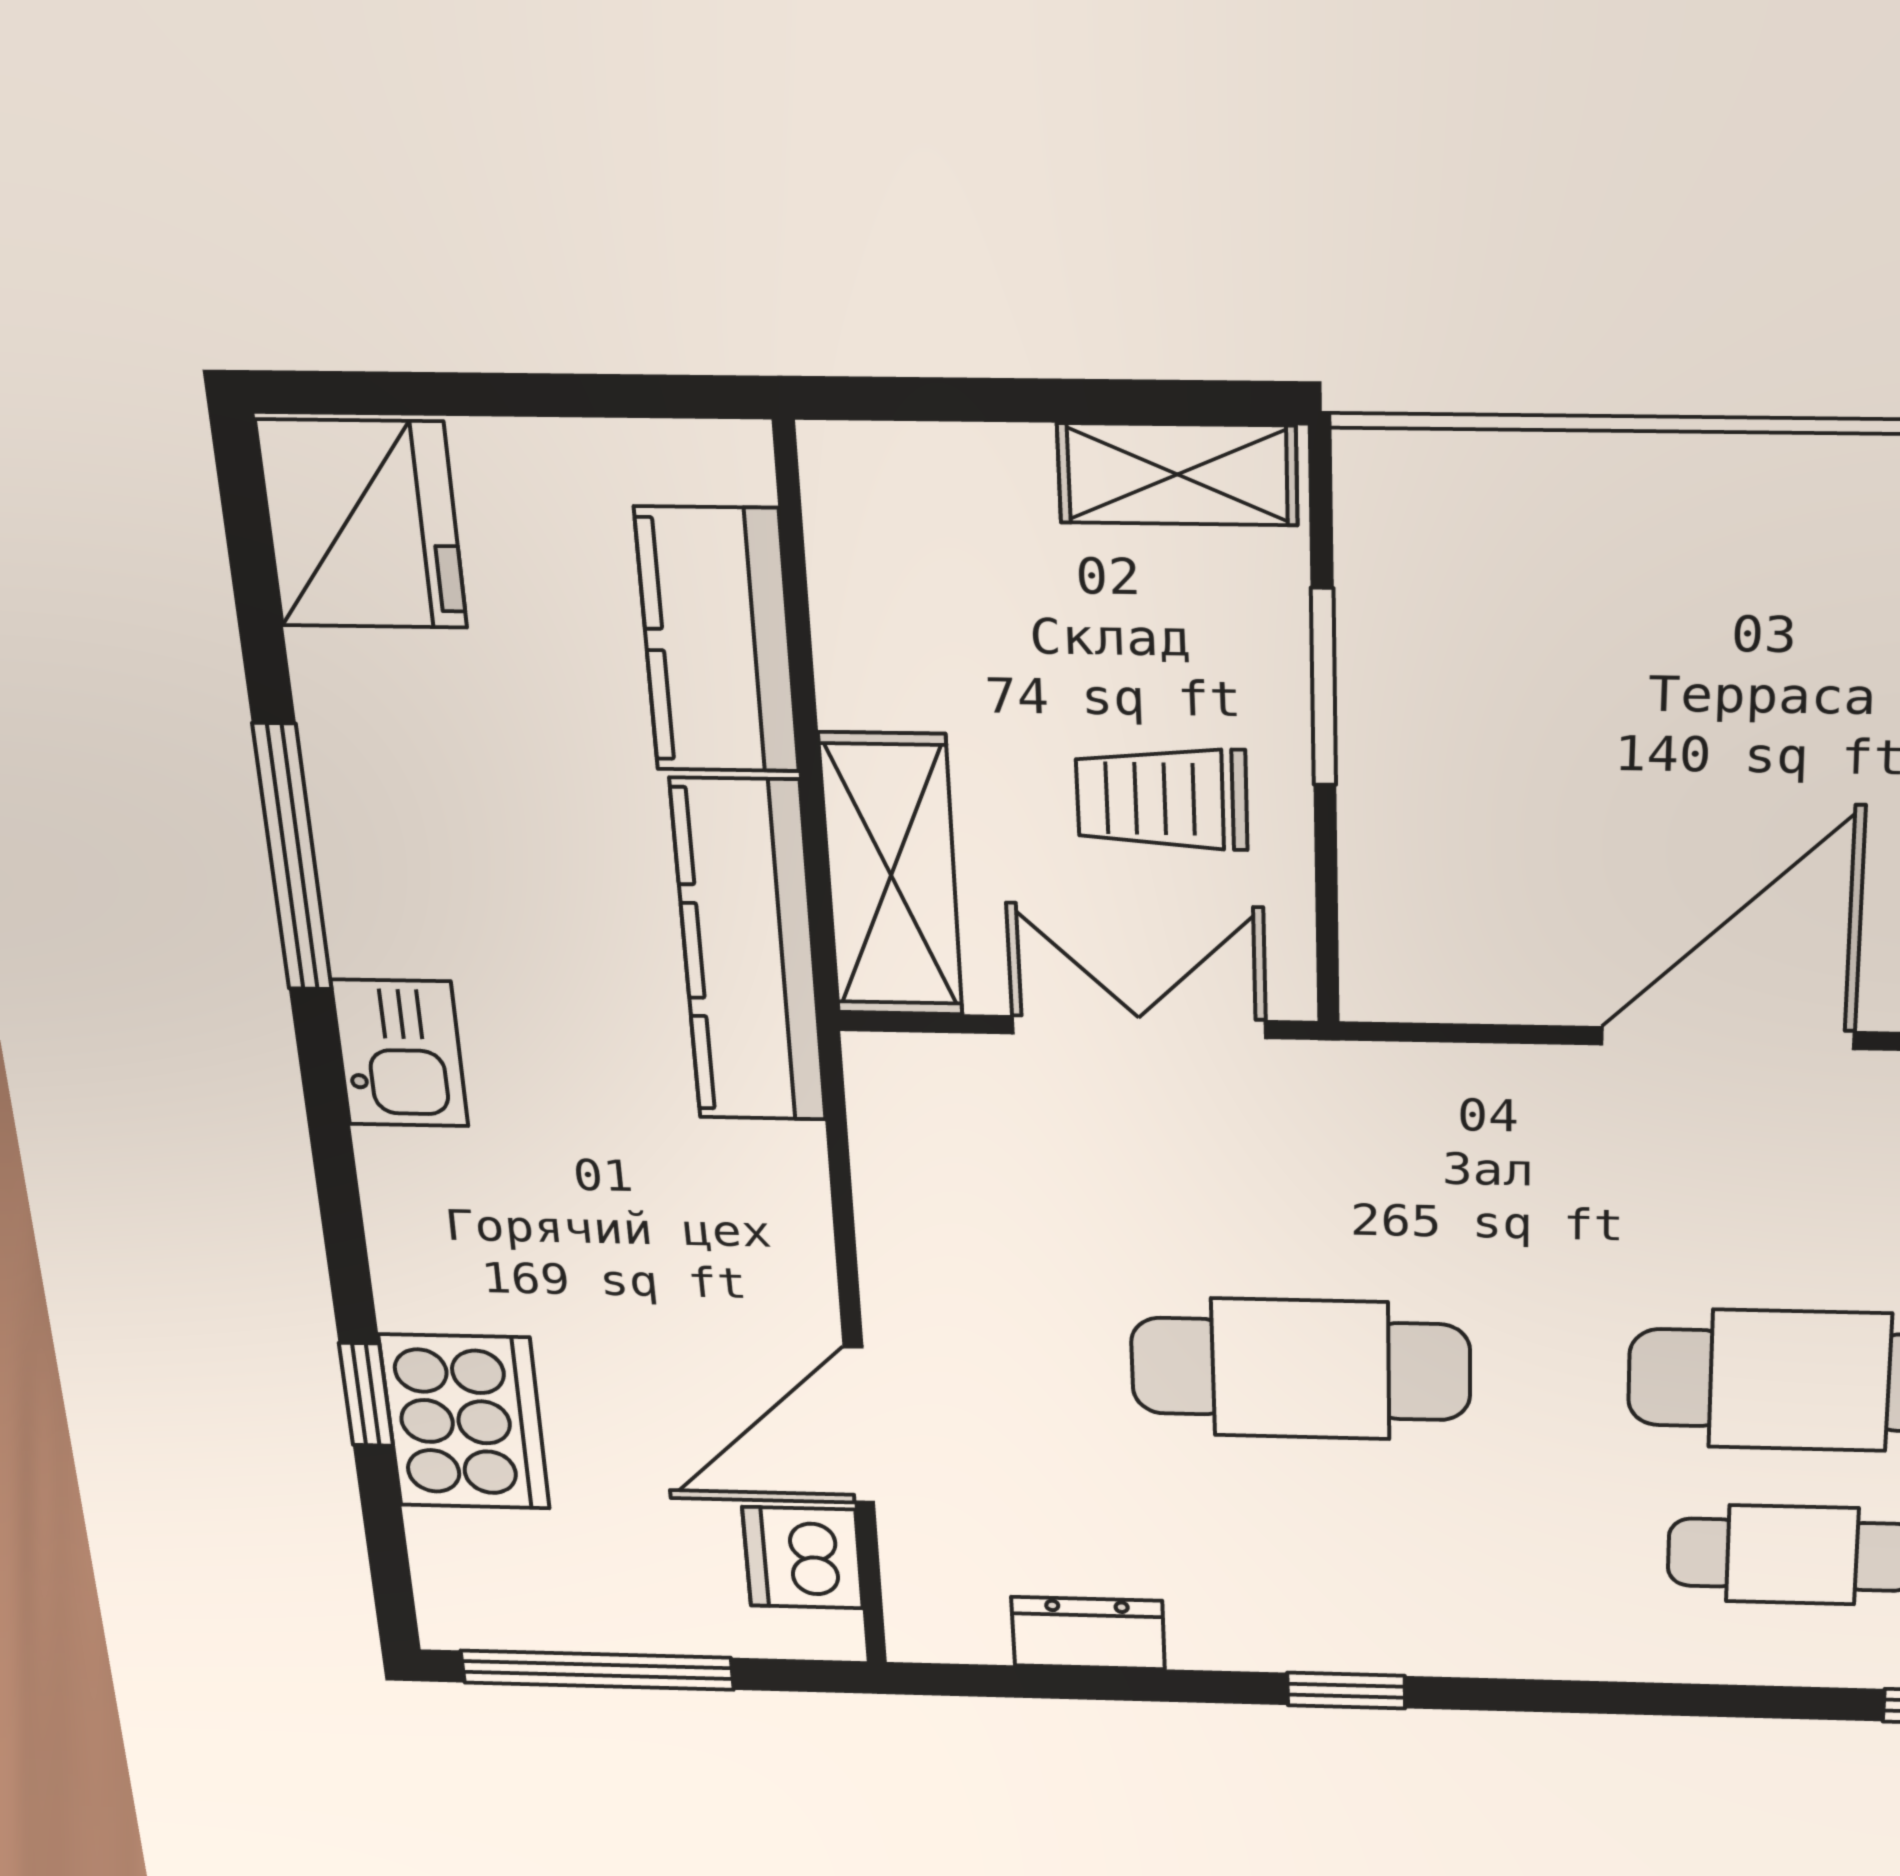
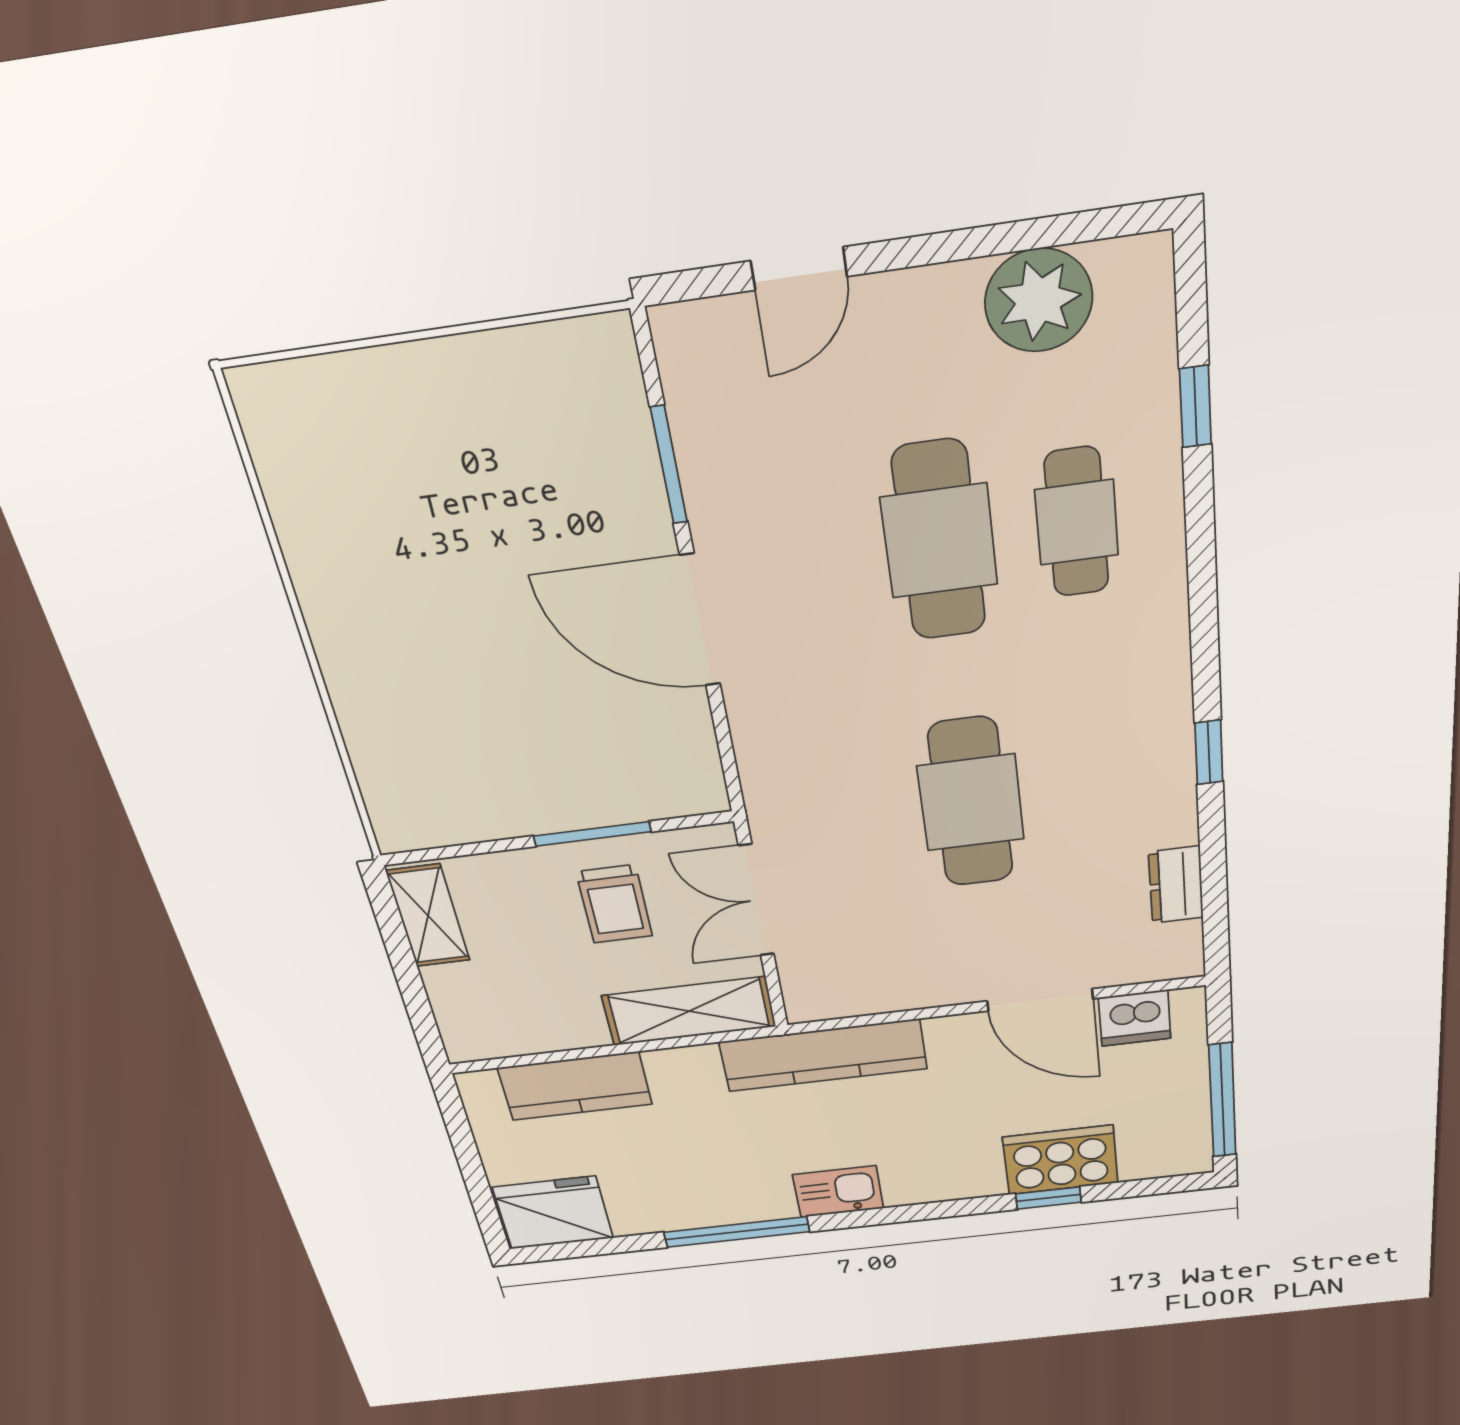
window: (1324, 687) -> (592, 834), moved
kitchen counter: (749, 952) -> (823, 1055), moved

